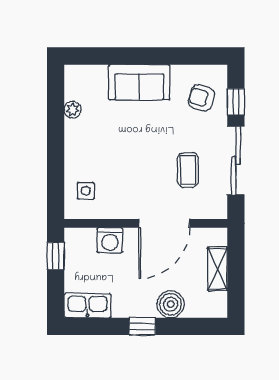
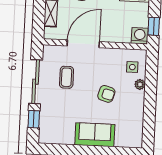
armchair: (201, 98) -> (106, 94), moved
plant: (73, 110) -> (140, 84), moved
washing machine: (110, 240) -> (140, 36), moved

